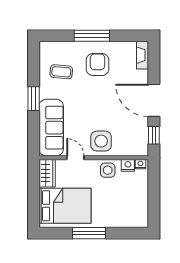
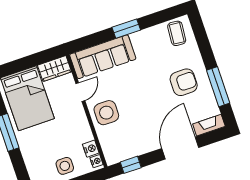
window: (92, 36) -> (218, 87), moved
coffee table: (61, 72) -> (177, 33), moved
door: (154, 100) -> (180, 148), moved
side table: (108, 170) -> (65, 166), moved

